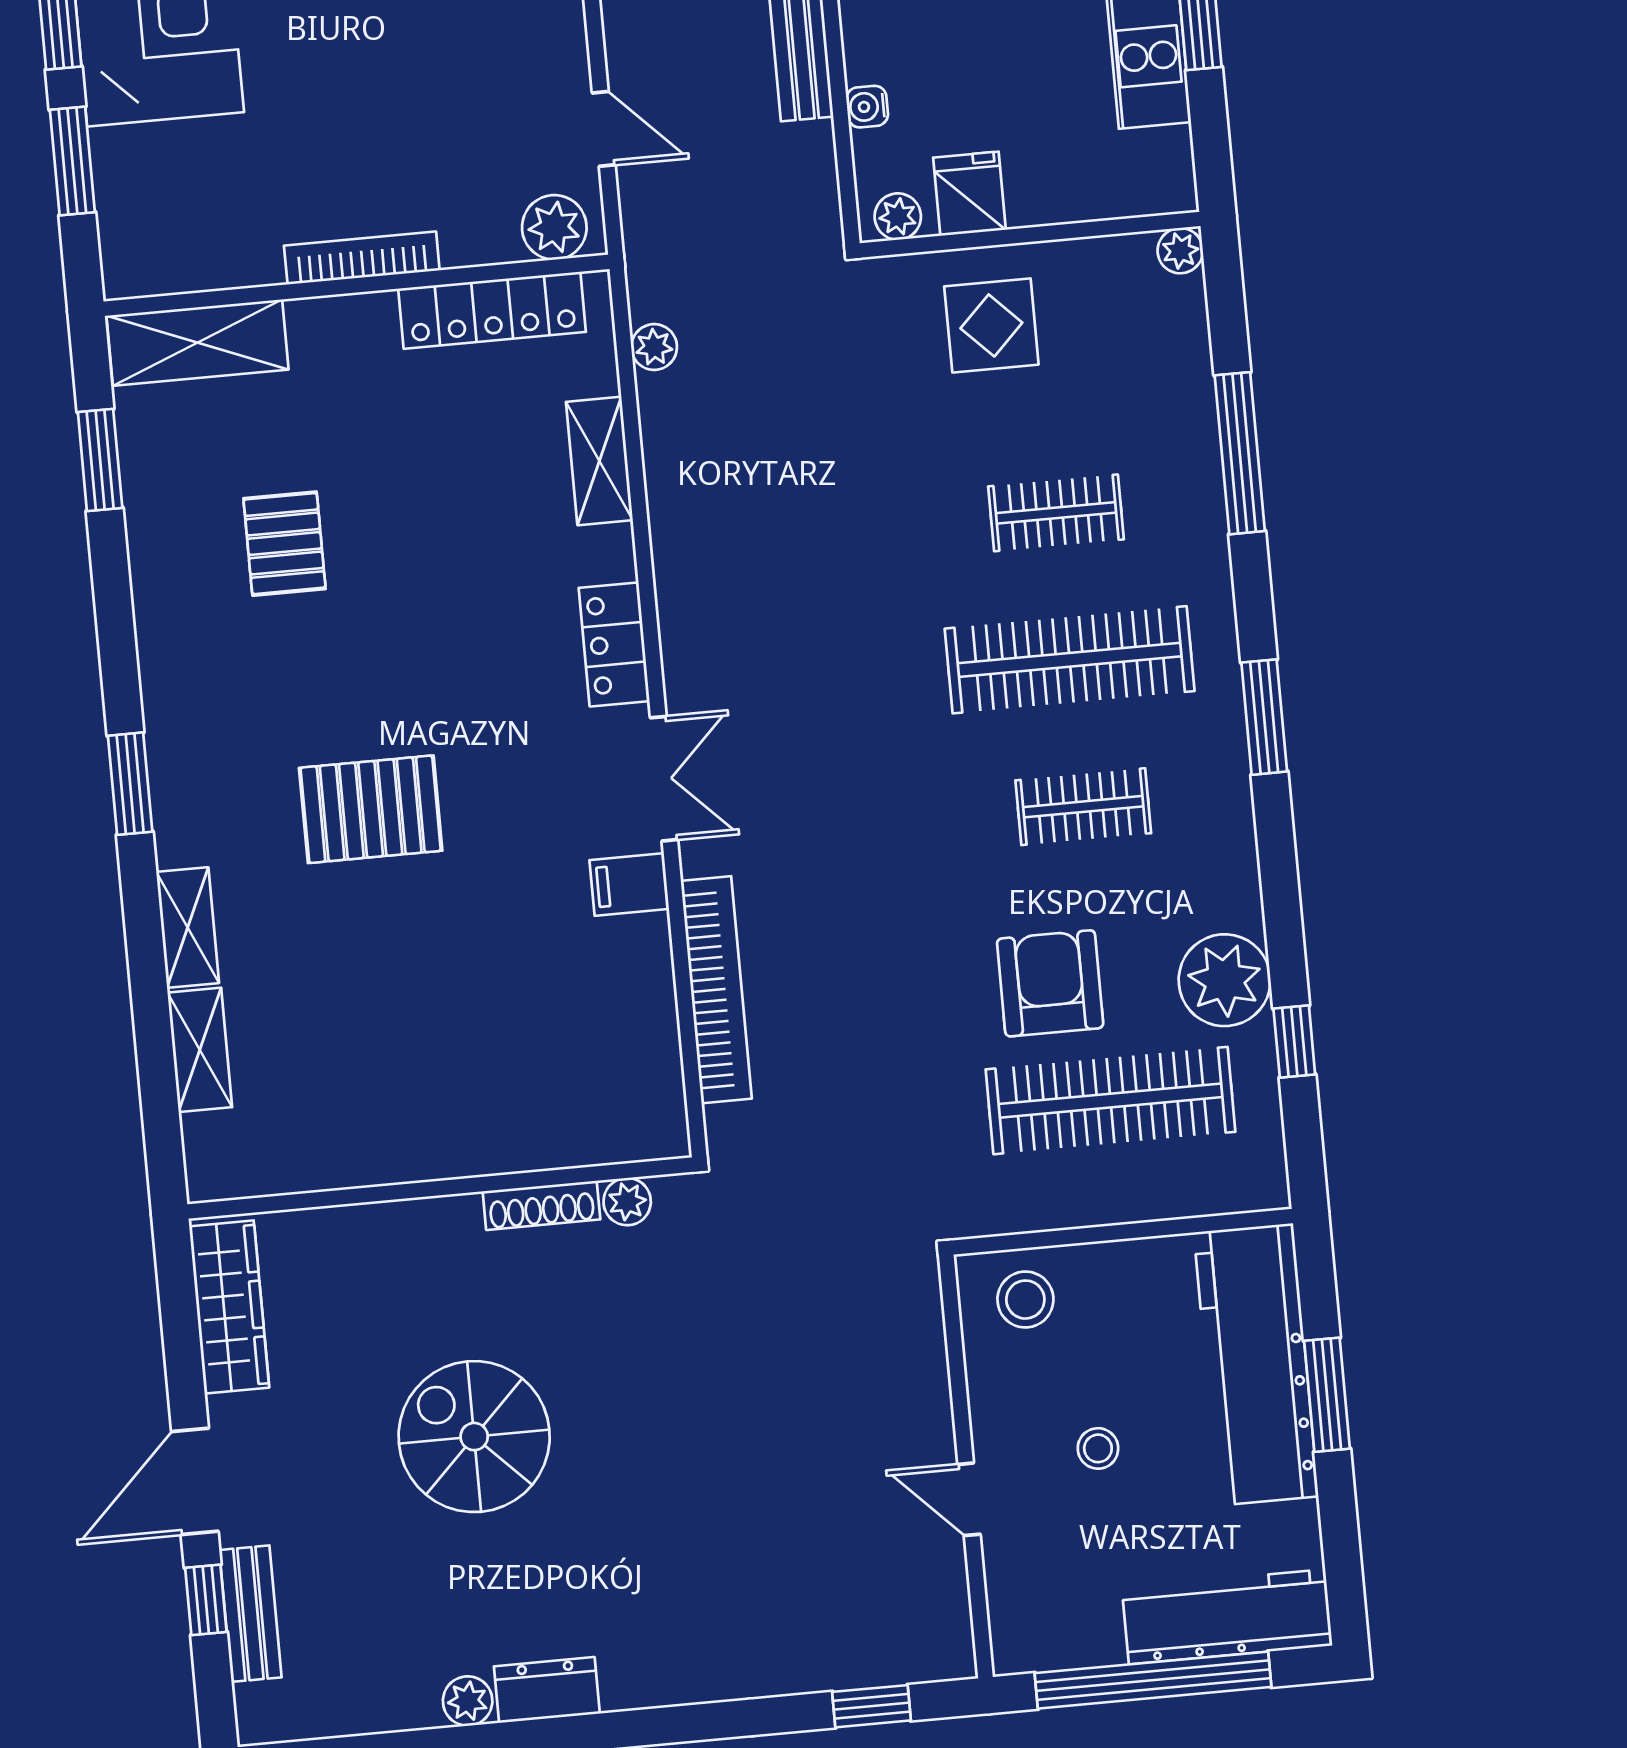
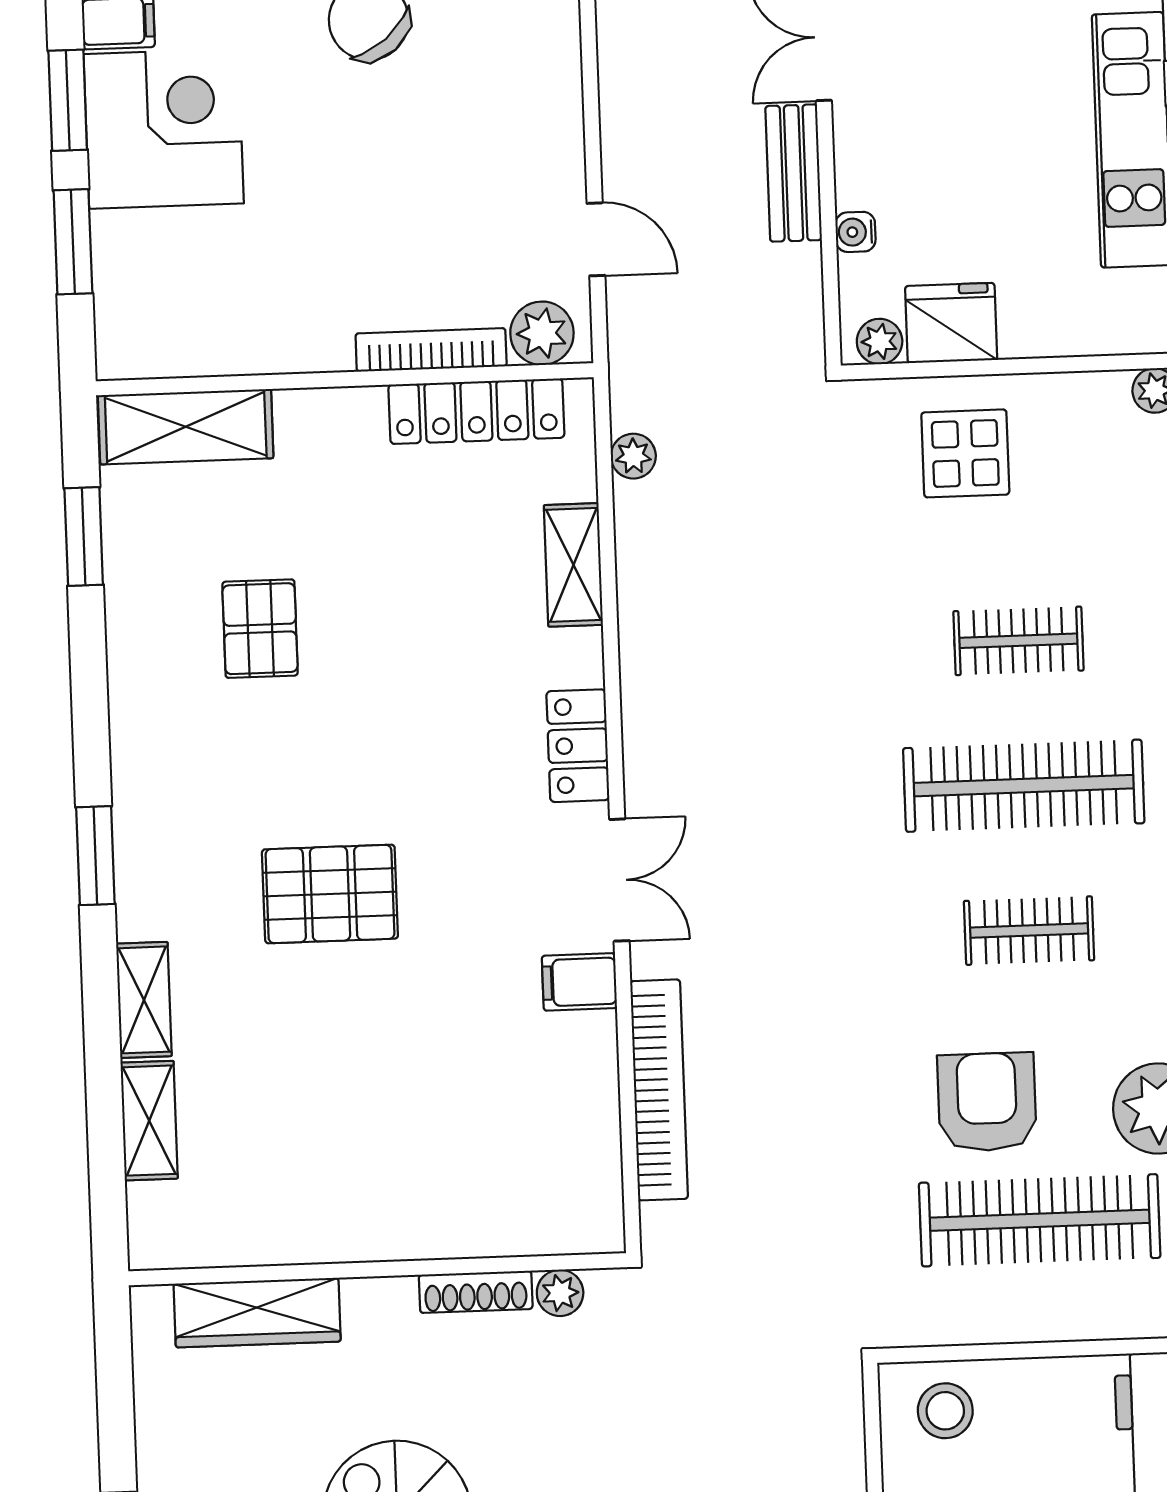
fridge: (970, 194) -> (951, 323), width x1.38
bookcase: (362, 258) -> (431, 350), moved
wardrobe: (229, 1307) -> (257, 1313), moved, turned 90

